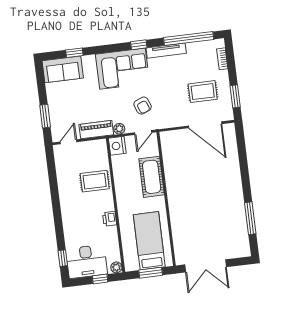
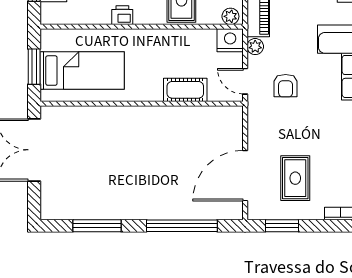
armchair: (143, 106) -> (286, 86), turned -68
window: (243, 162) -> (182, 226), added
cot: (152, 177) -> (185, 90), width x0.73, depth x0.75
plant: (116, 267) -> (230, 16), moved

